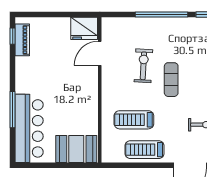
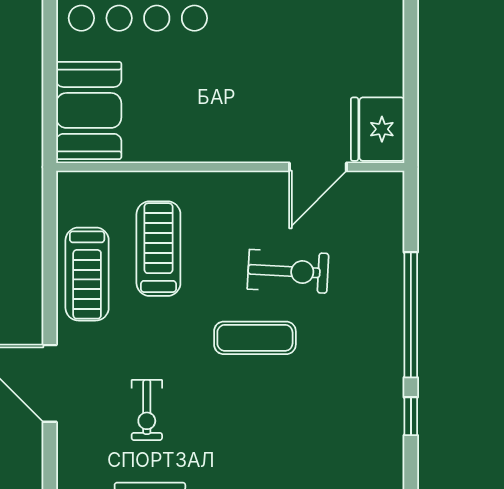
door: (100, 53) -> (318, 167), swing flipped
treadmill: (145, 150) -> (87, 274), turned 180

